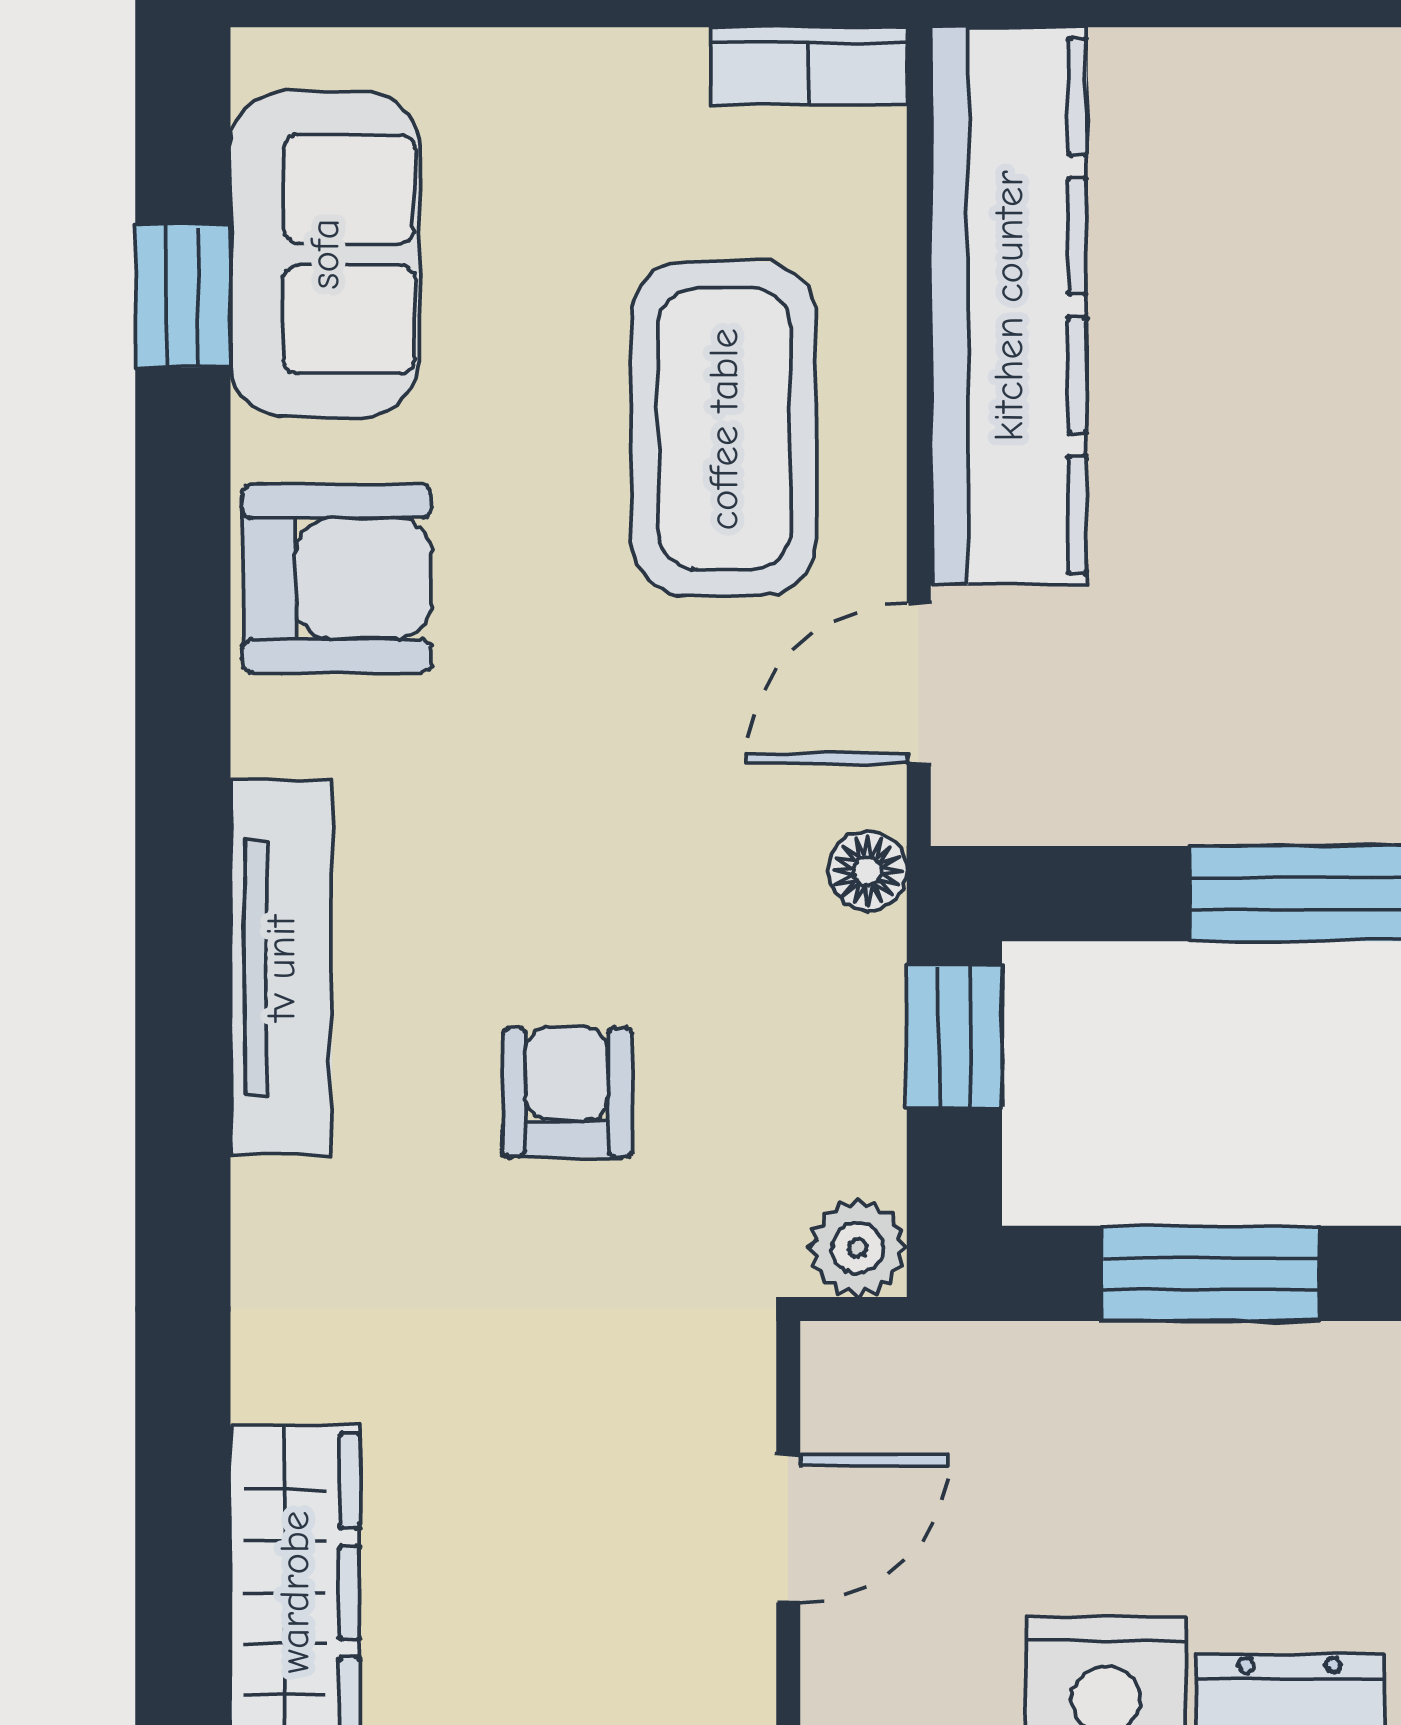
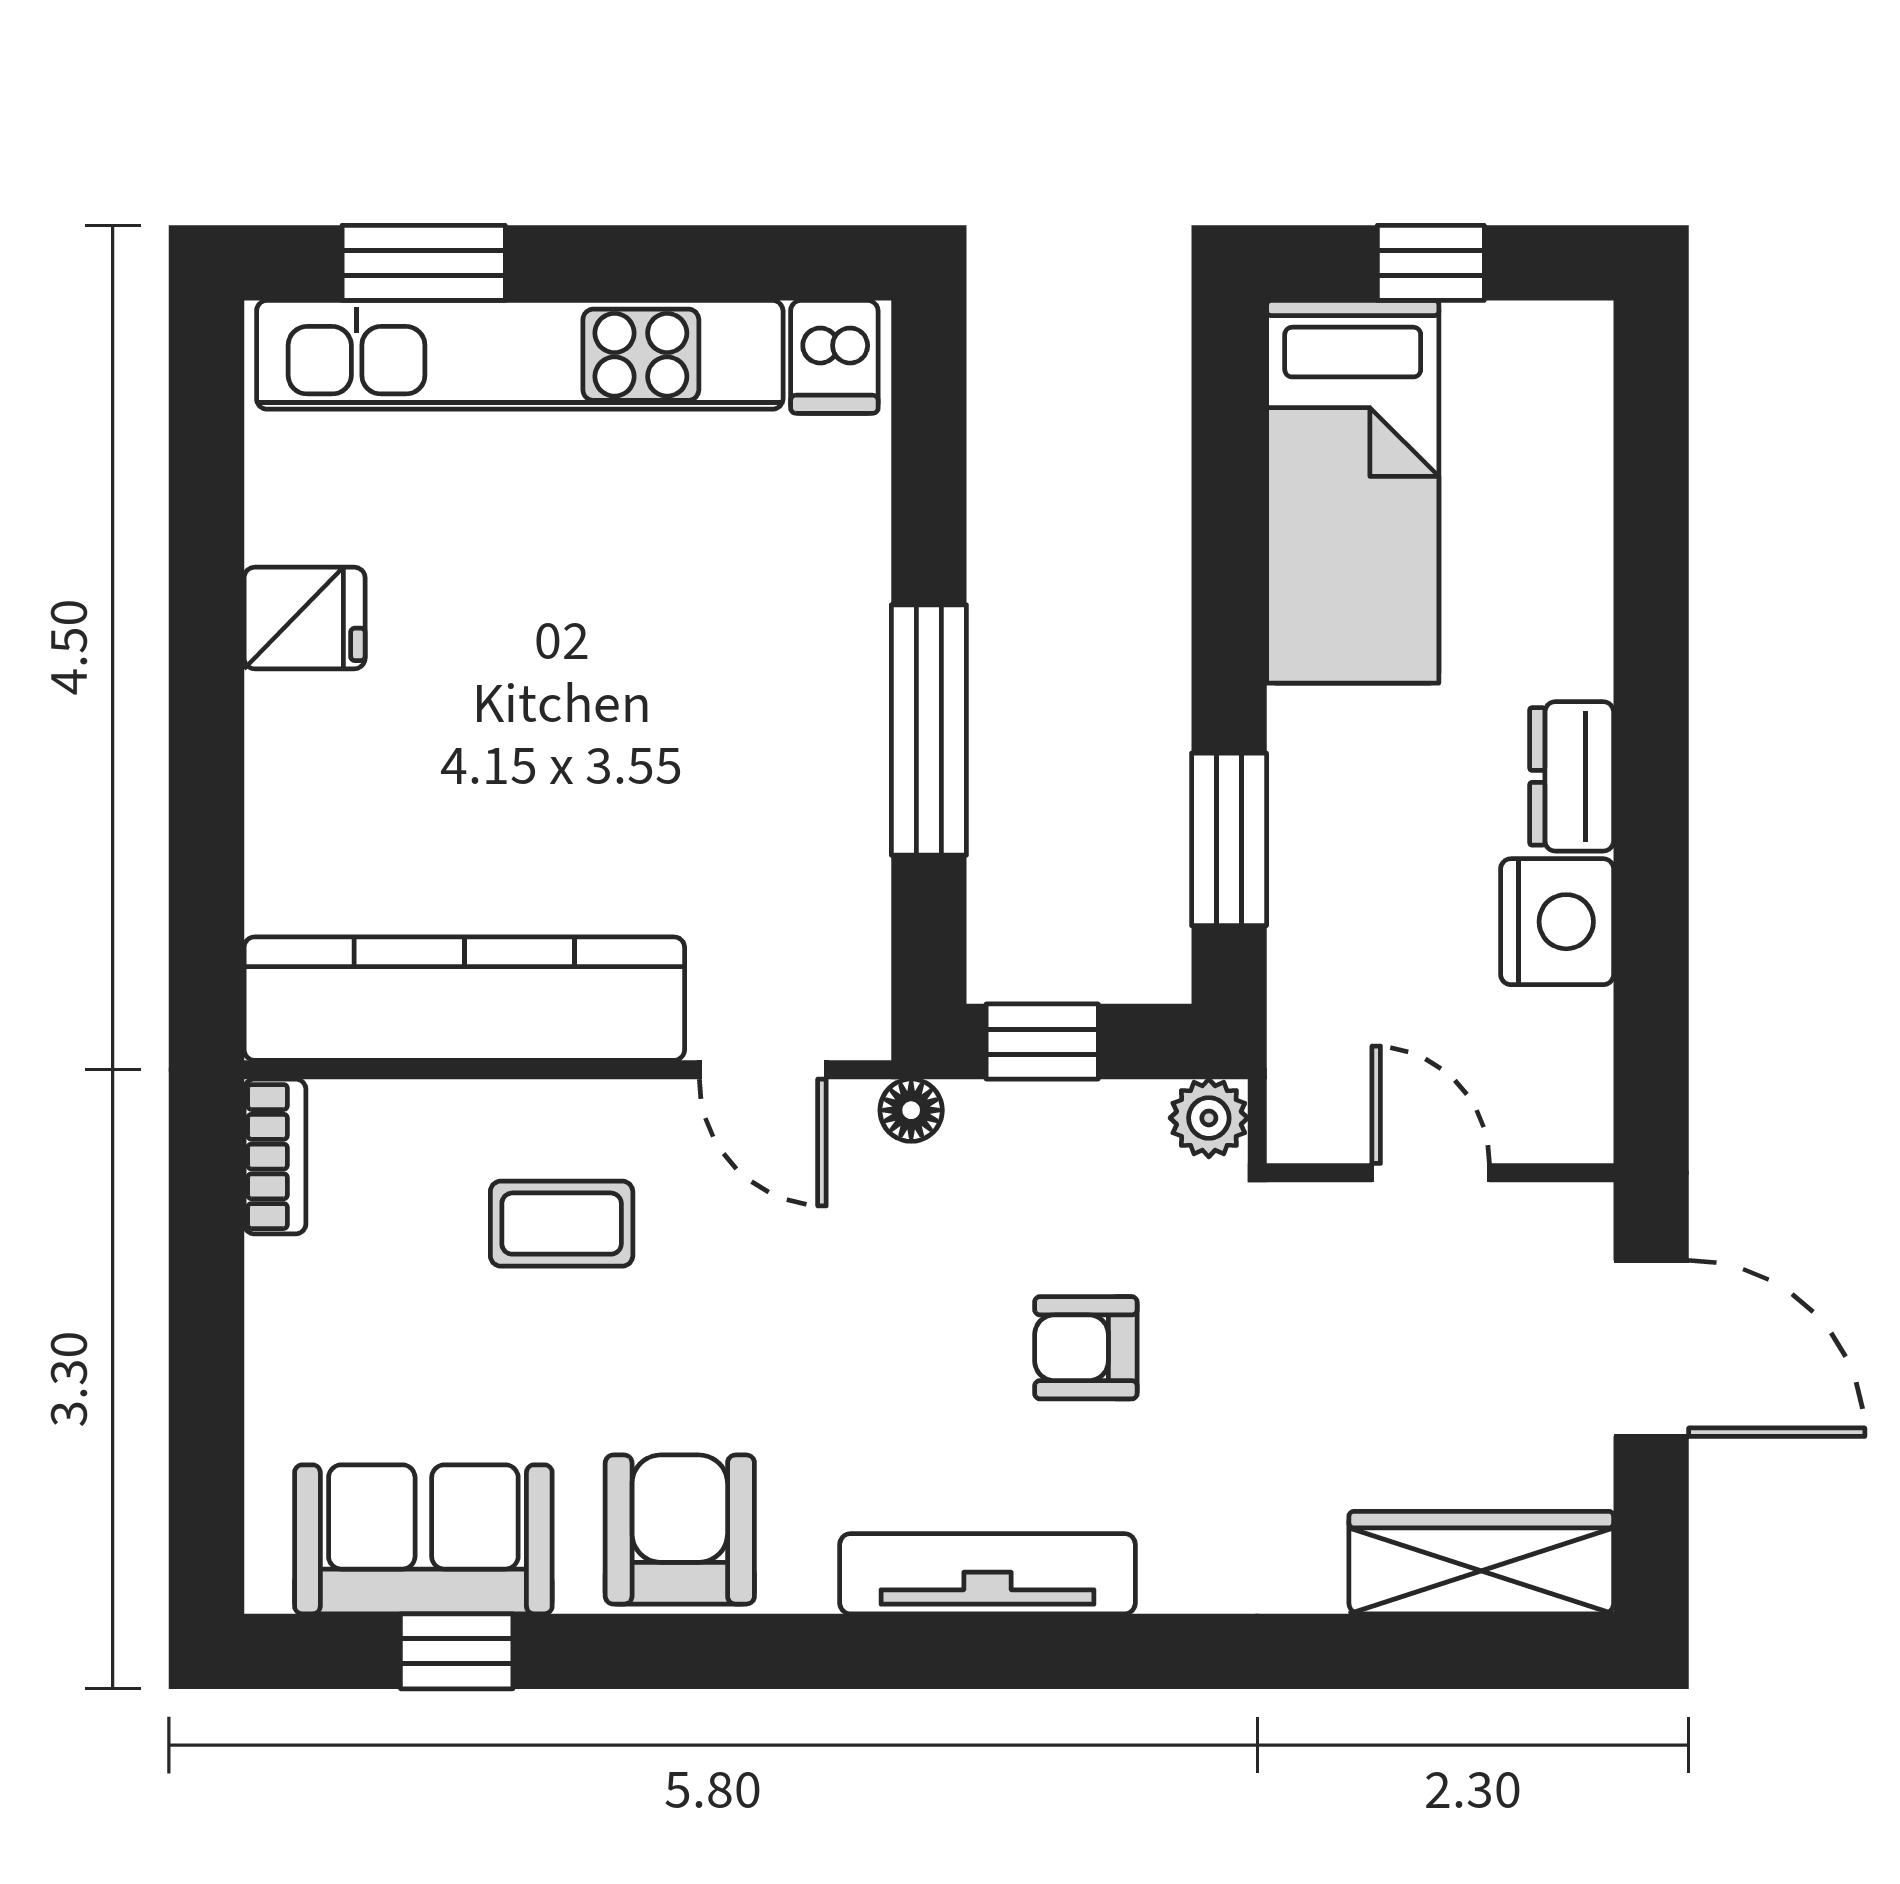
coffee table: (724, 429) -> (562, 1224), width x0.54, depth x0.58

